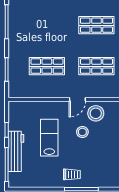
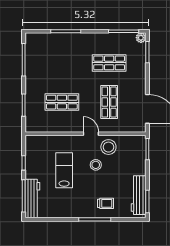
shop shelf: (96, 66) -> (109, 102), turned 90
door: (77, 99) -> (91, 134), swing flipped
workbench: (16, 151) -> (32, 199), moved
trolley: (72, 174) -> (106, 203), moved

